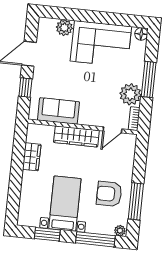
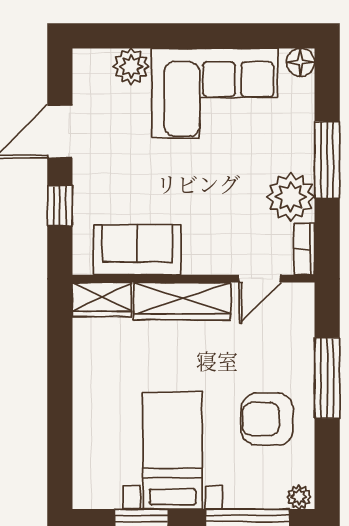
wardrobe: (32, 157) -> (102, 300), moved, turned 90
window: (136, 201) -> (327, 378), moved

